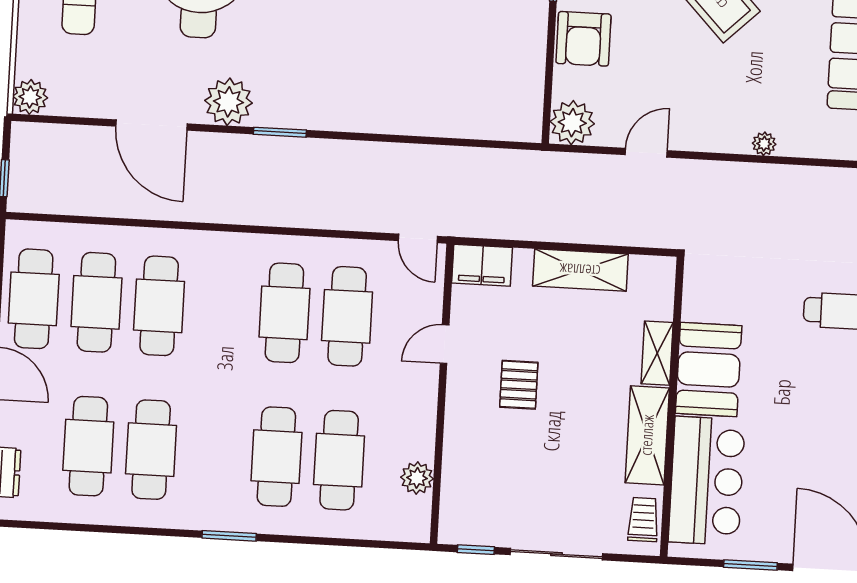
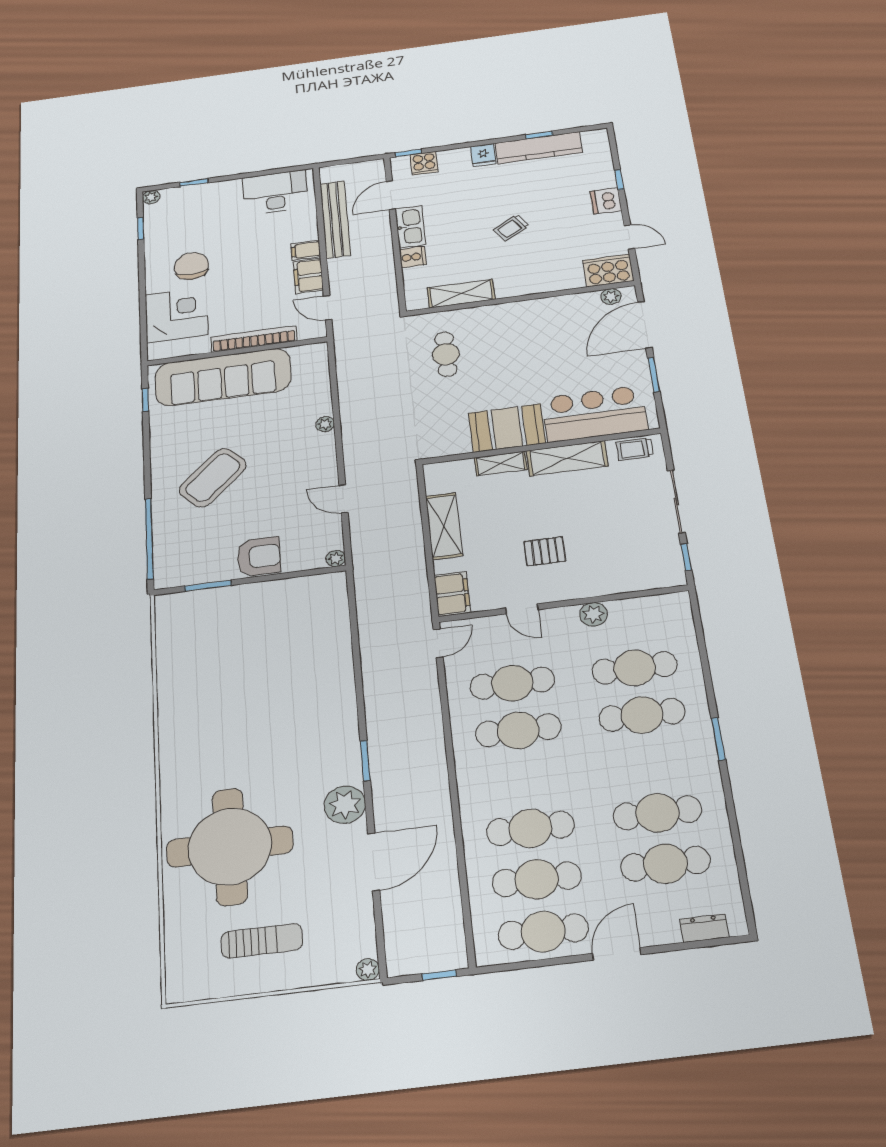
plant: (30, 97) -> (368, 969), width x0.73, depth x0.73
plant: (572, 123) -> (336, 558), width x0.53, depth x0.53
plant: (417, 478) -> (593, 614), moved

